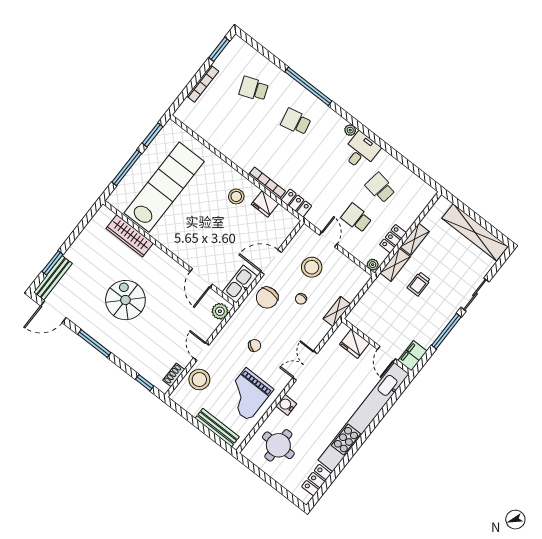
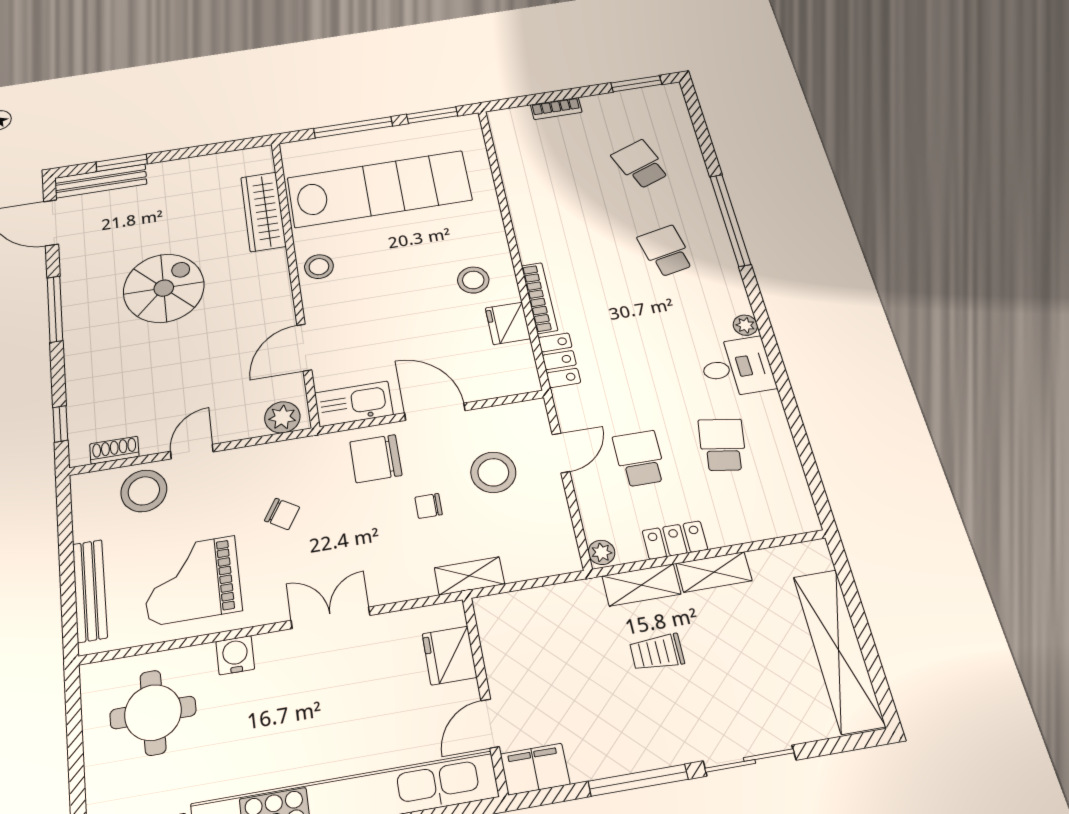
bookcase: (203, 84) -> (556, 108), width x0.64
stool: (174, 241) -> (319, 267), added

